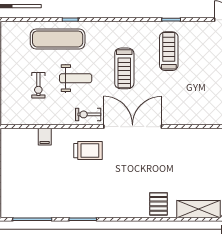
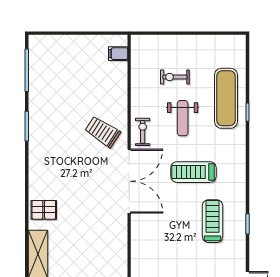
treadmill: (169, 51) -> (213, 221), turned -90
filing cabinet: (45, 137) -> (118, 54), moved
trolley: (88, 151) -> (103, 132), turned 123

